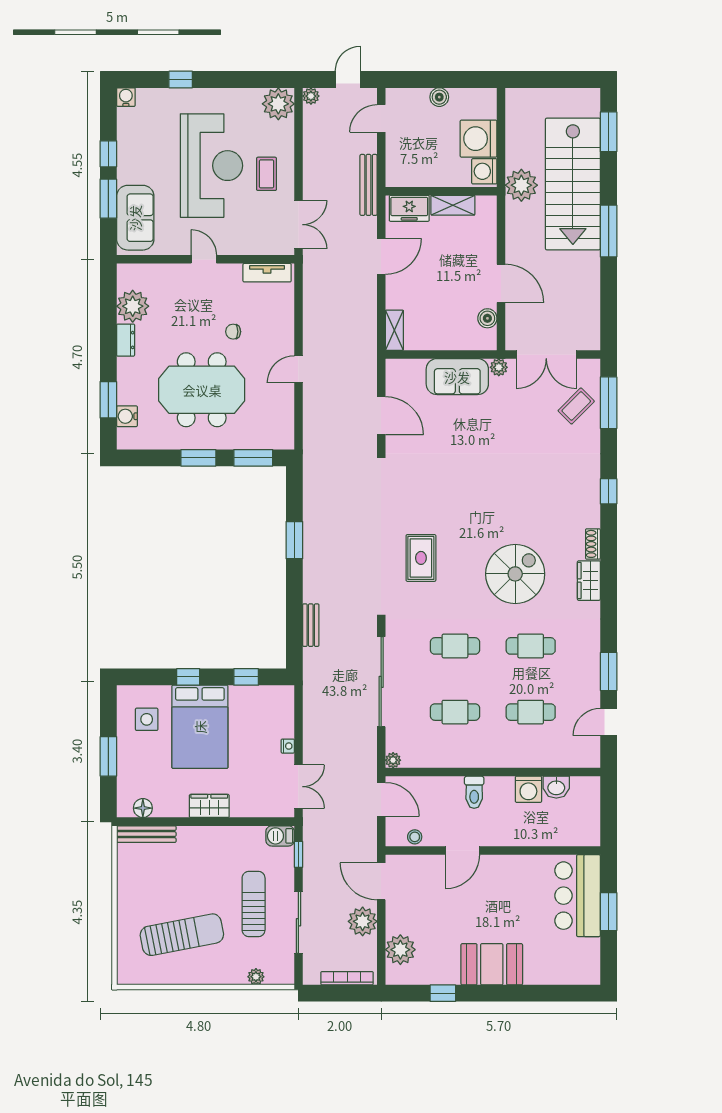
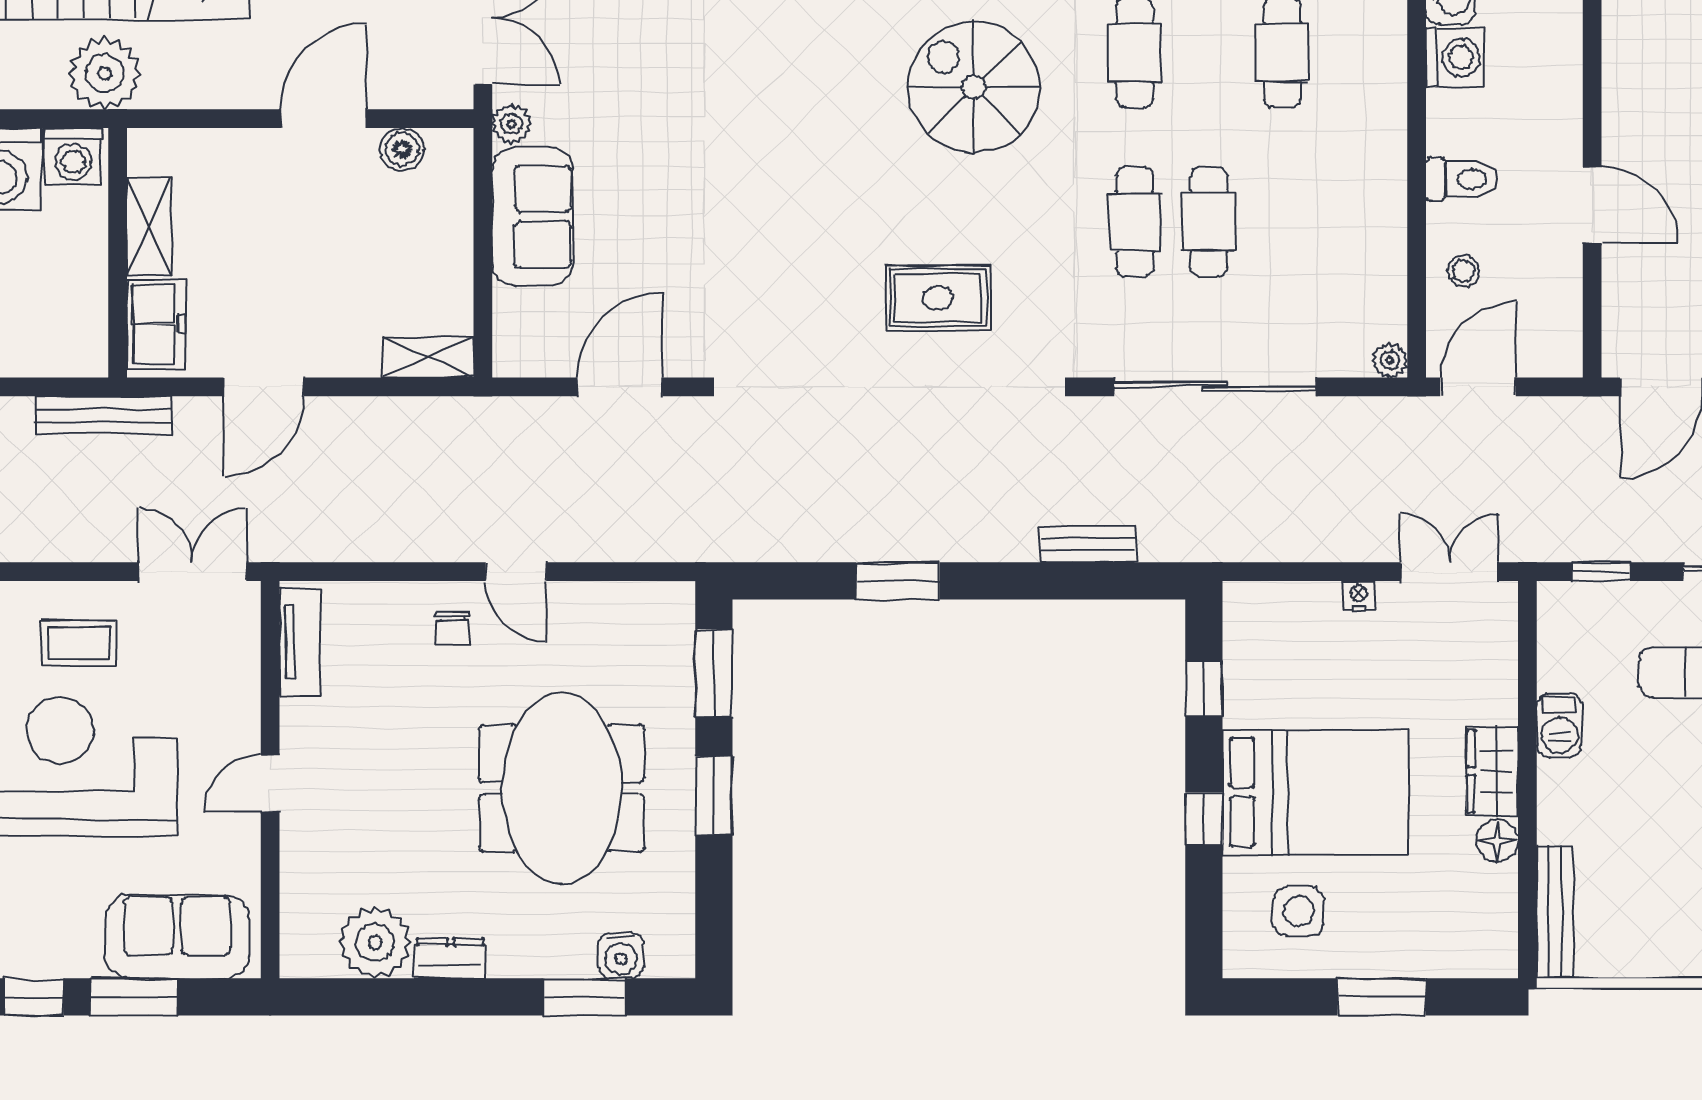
door: (381, 256) -> (264, 387), swing flipped
chair: (233, 332) -> (452, 629), moved
cafe table: (455, 712) -> (1209, 222), moved
floor lamp: (143, 808) -> (1497, 841), moved
barbecue: (280, 836) -> (1559, 725), moved
stool: (415, 837) -> (1463, 271), moved

